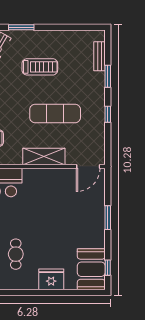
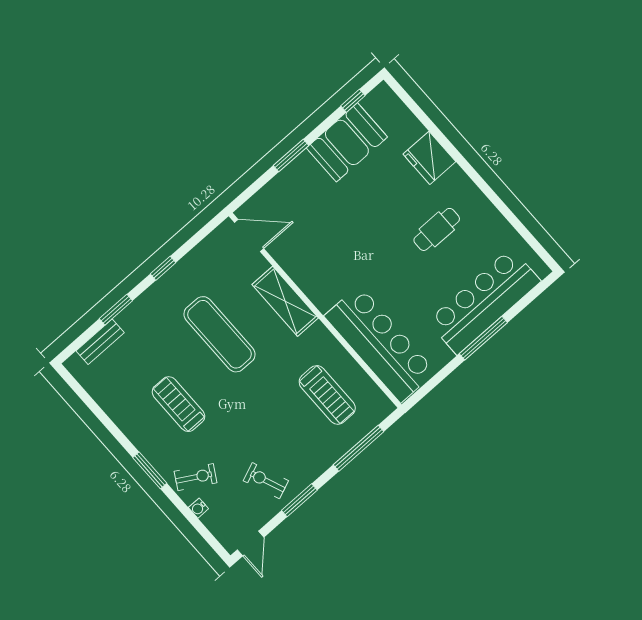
booth: (91, 269) -> (347, 142), moved

